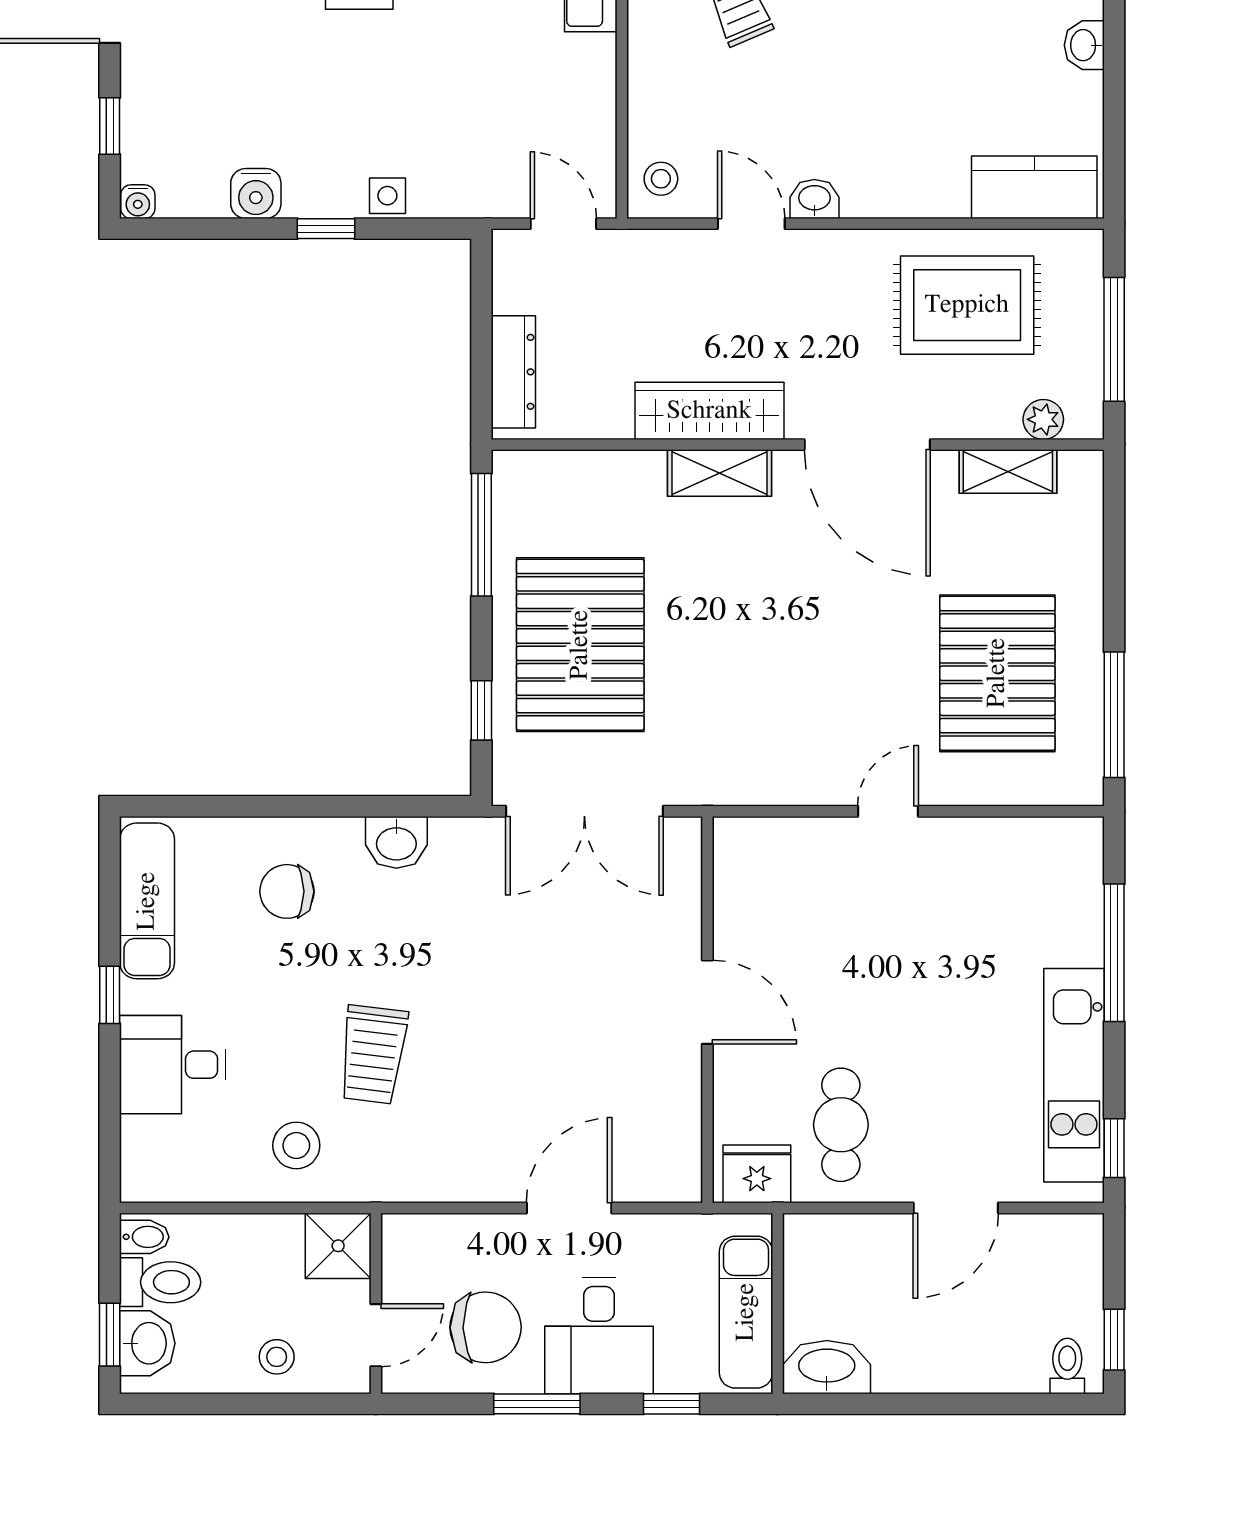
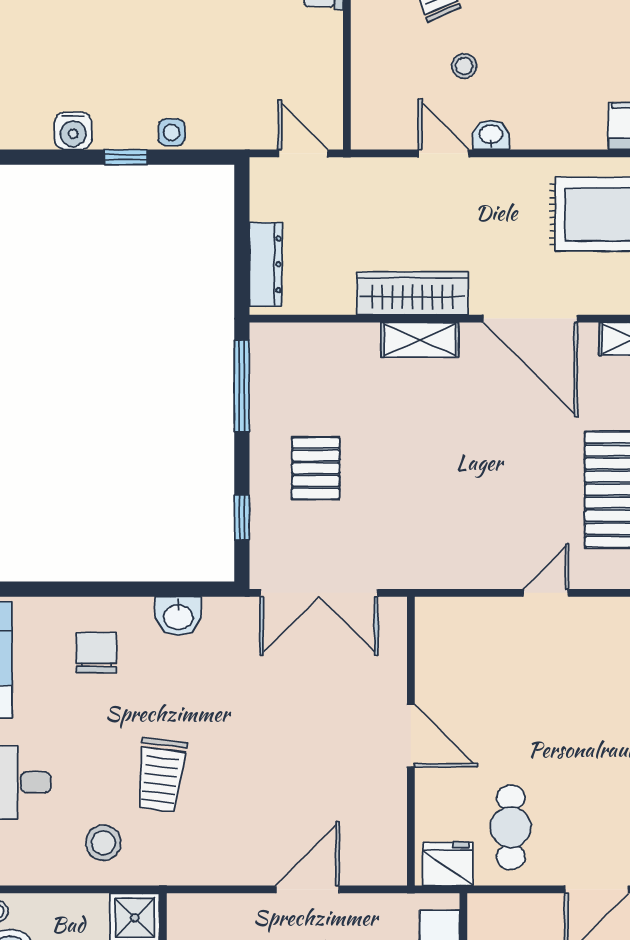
stool: (661, 179) -> (464, 66), moved
pallet: (580, 645) -> (316, 468), width x0.49, depth x0.50
chair: (287, 891) -> (96, 653), turned 90

